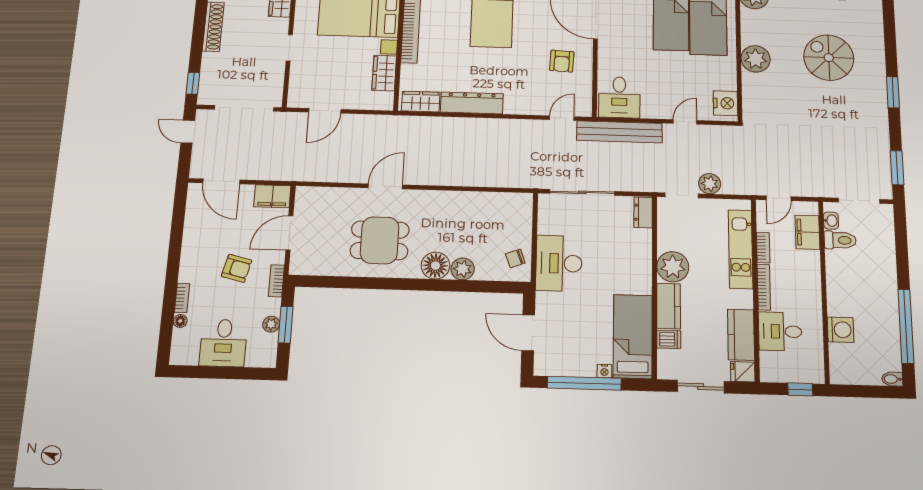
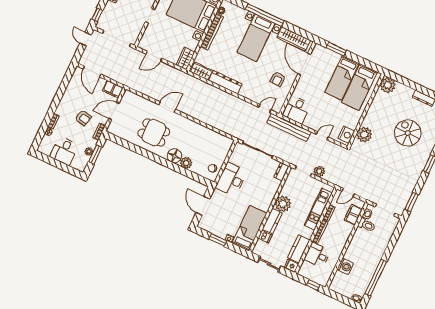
plant: (756, 59) -> (364, 135), moved
wardrobe: (384, 73) -> (185, 59), moved
window: (584, 383) -> (218, 240), width x0.47

